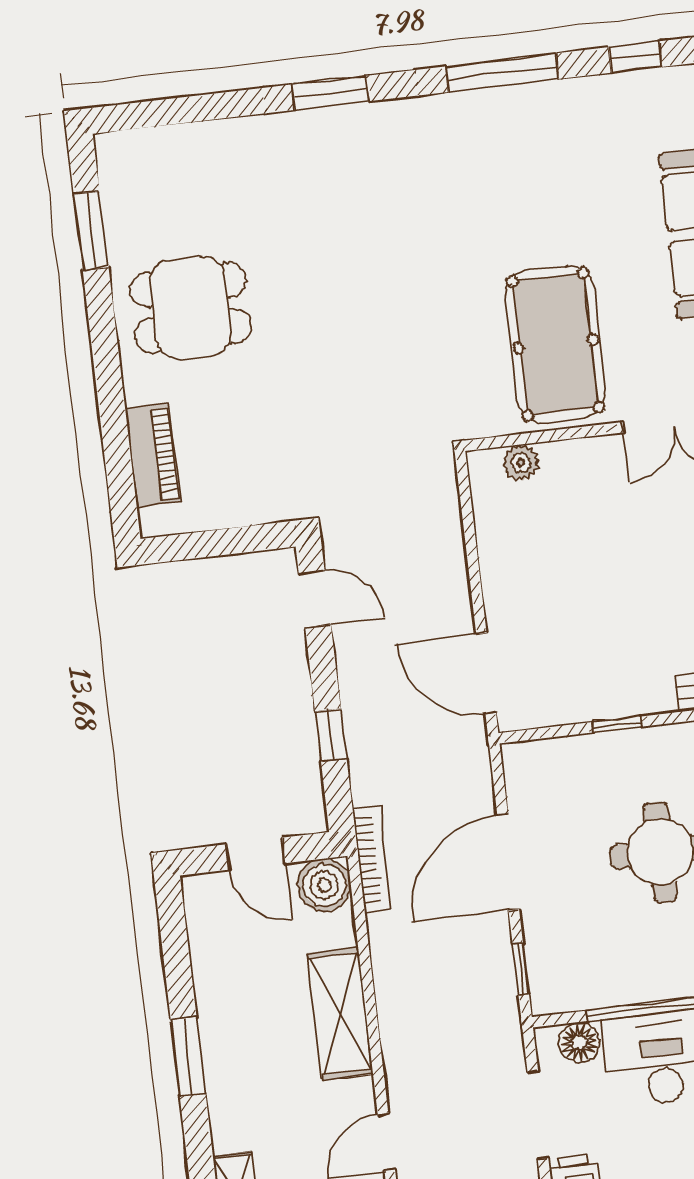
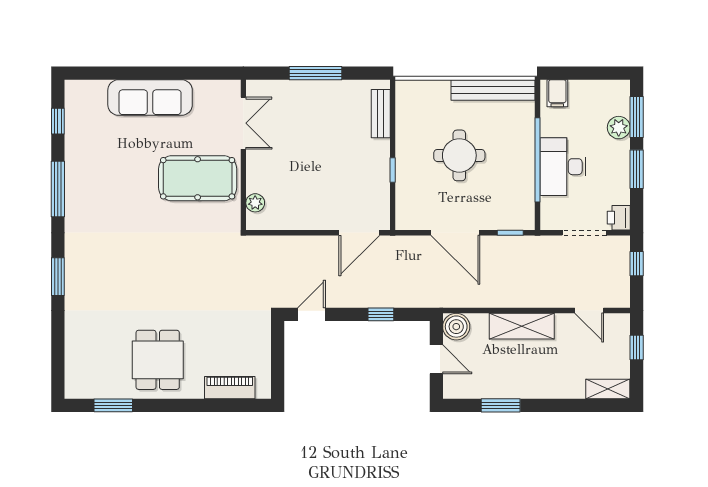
door: (256, 854) -> (436, 359), hinge flipped
bookcase: (372, 859) -> (446, 301), removed
floor lamp: (579, 1042) -> (550, 208), removed
window: (188, 1057) -> (501, 405), moved

